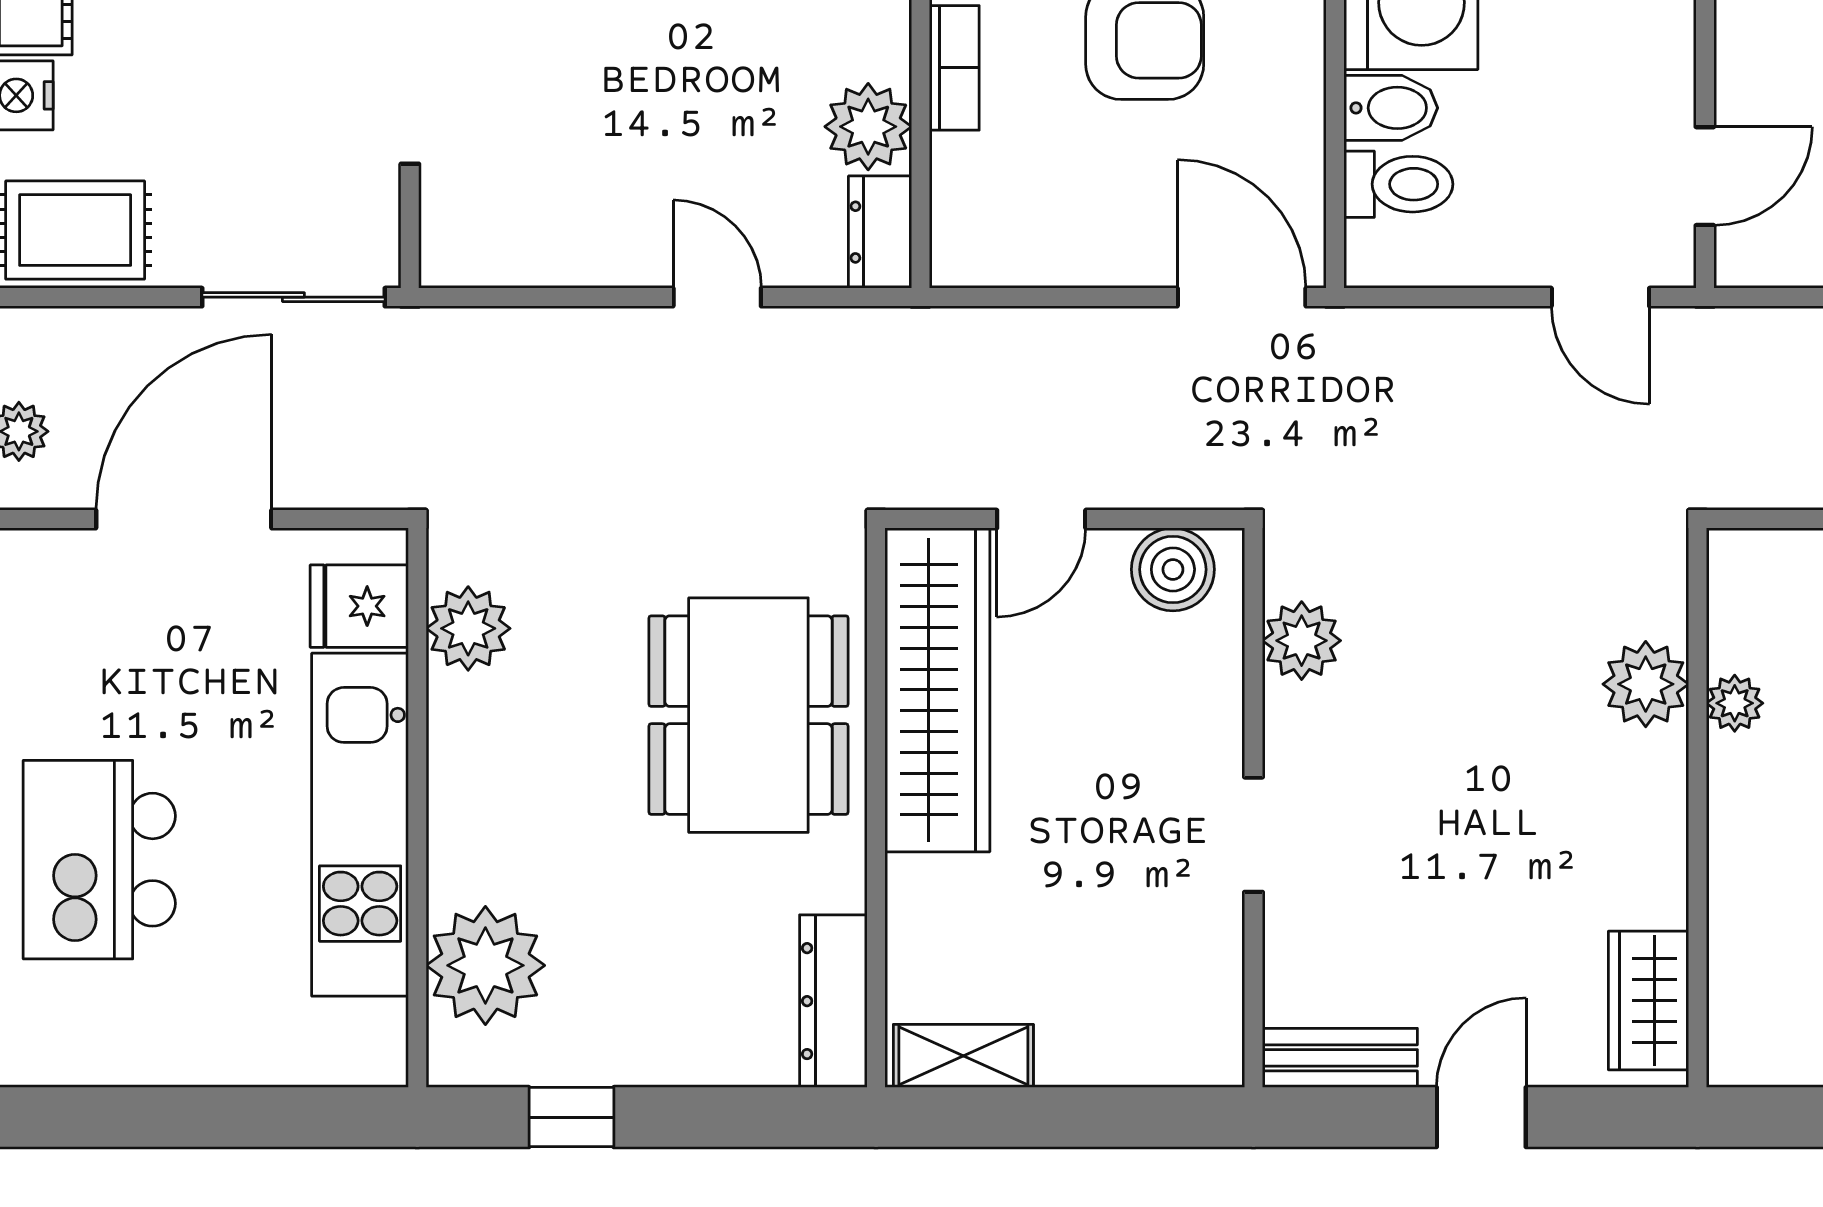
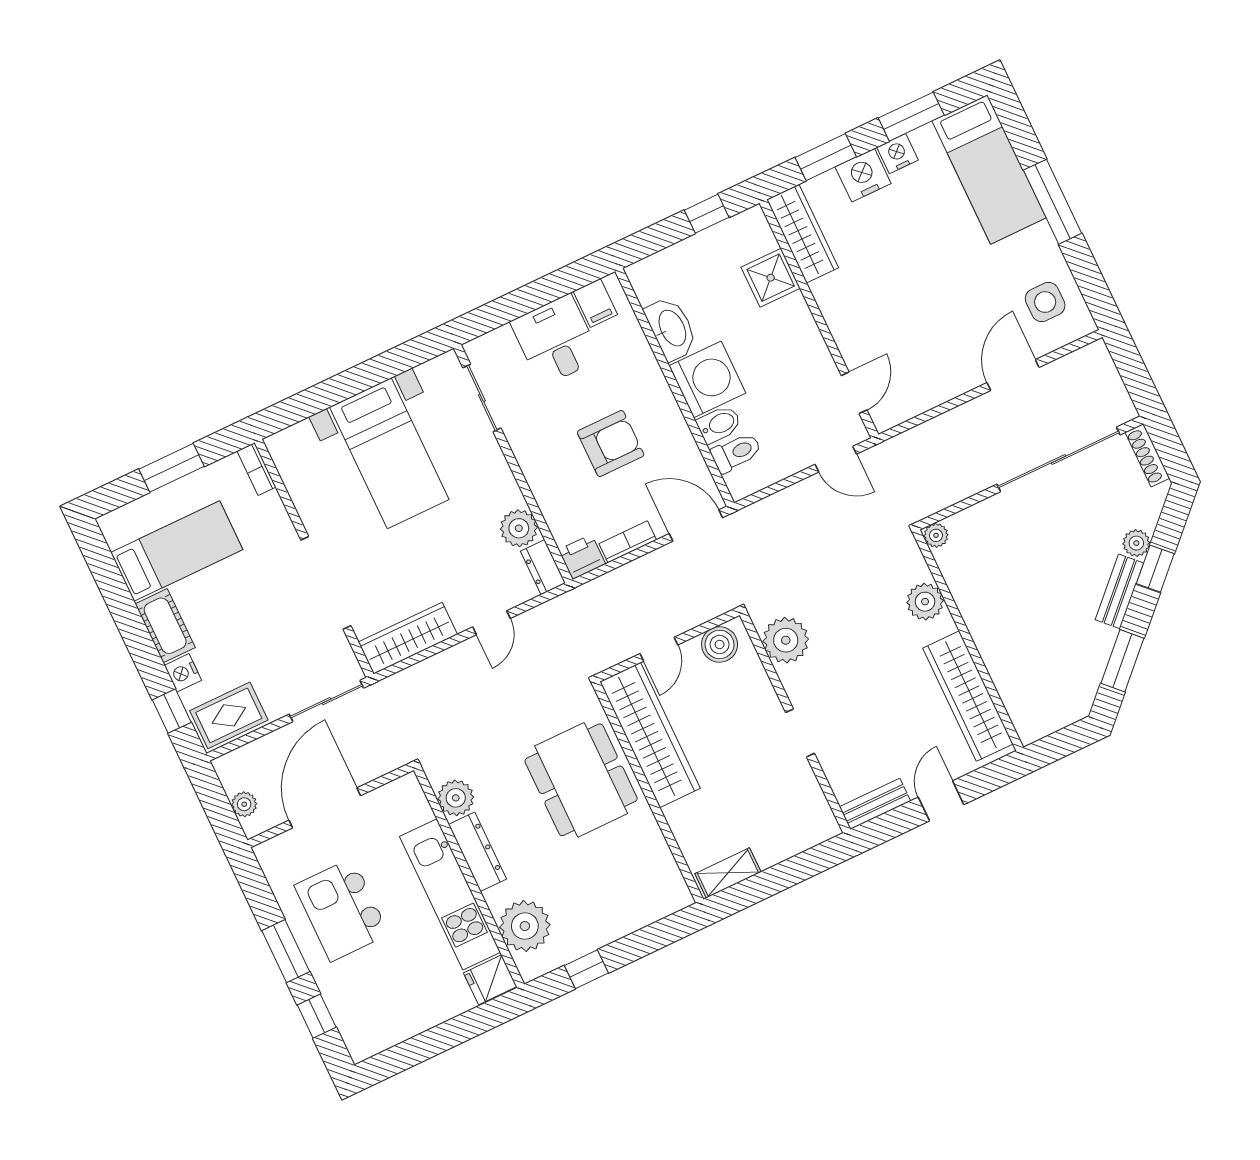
bookcase: (954, 68) -> (628, 542), moved, turned -90
wardrobe: (527, 247) -> (408, 638), added
printer: (972, 249) -> (582, 557), added
door: (717, 297) -> (492, 623), swing flipped
fridge: (359, 606) -> (490, 980), moved
plant: (1302, 641) -> (786, 640), width x1.36, depth x1.36
plant: (1735, 703) -> (936, 535), moved
kitchen island: (99, 860) -> (342, 910), moved
dresser: (833, 1001) -> (477, 852), moved, turned 180
wardrobe: (1648, 1001) -> (968, 696), width x2.10, depth x1.17

